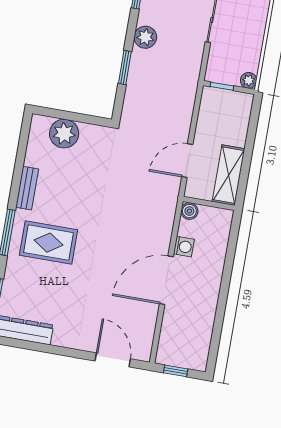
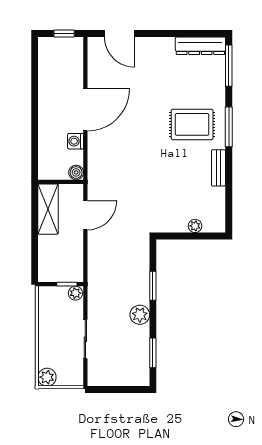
plant: (249, 80) -> (75, 293), moved
plant: (64, 134) -> (195, 226), width x0.53, depth x0.53

